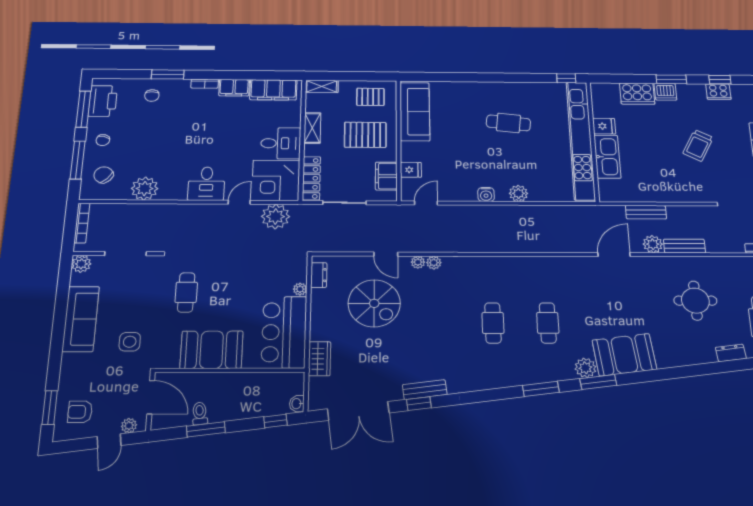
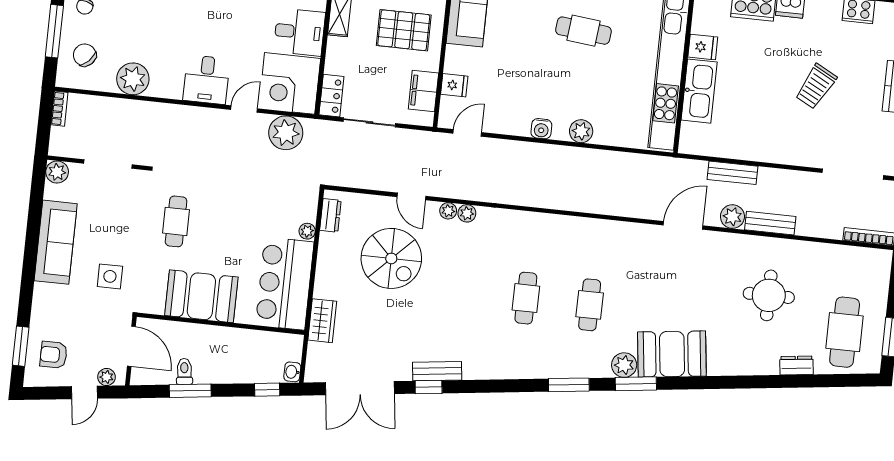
locker: (311, 178) -> (331, 96), width x0.66
bookcase: (82, 223) -> (59, 109), width x0.64

